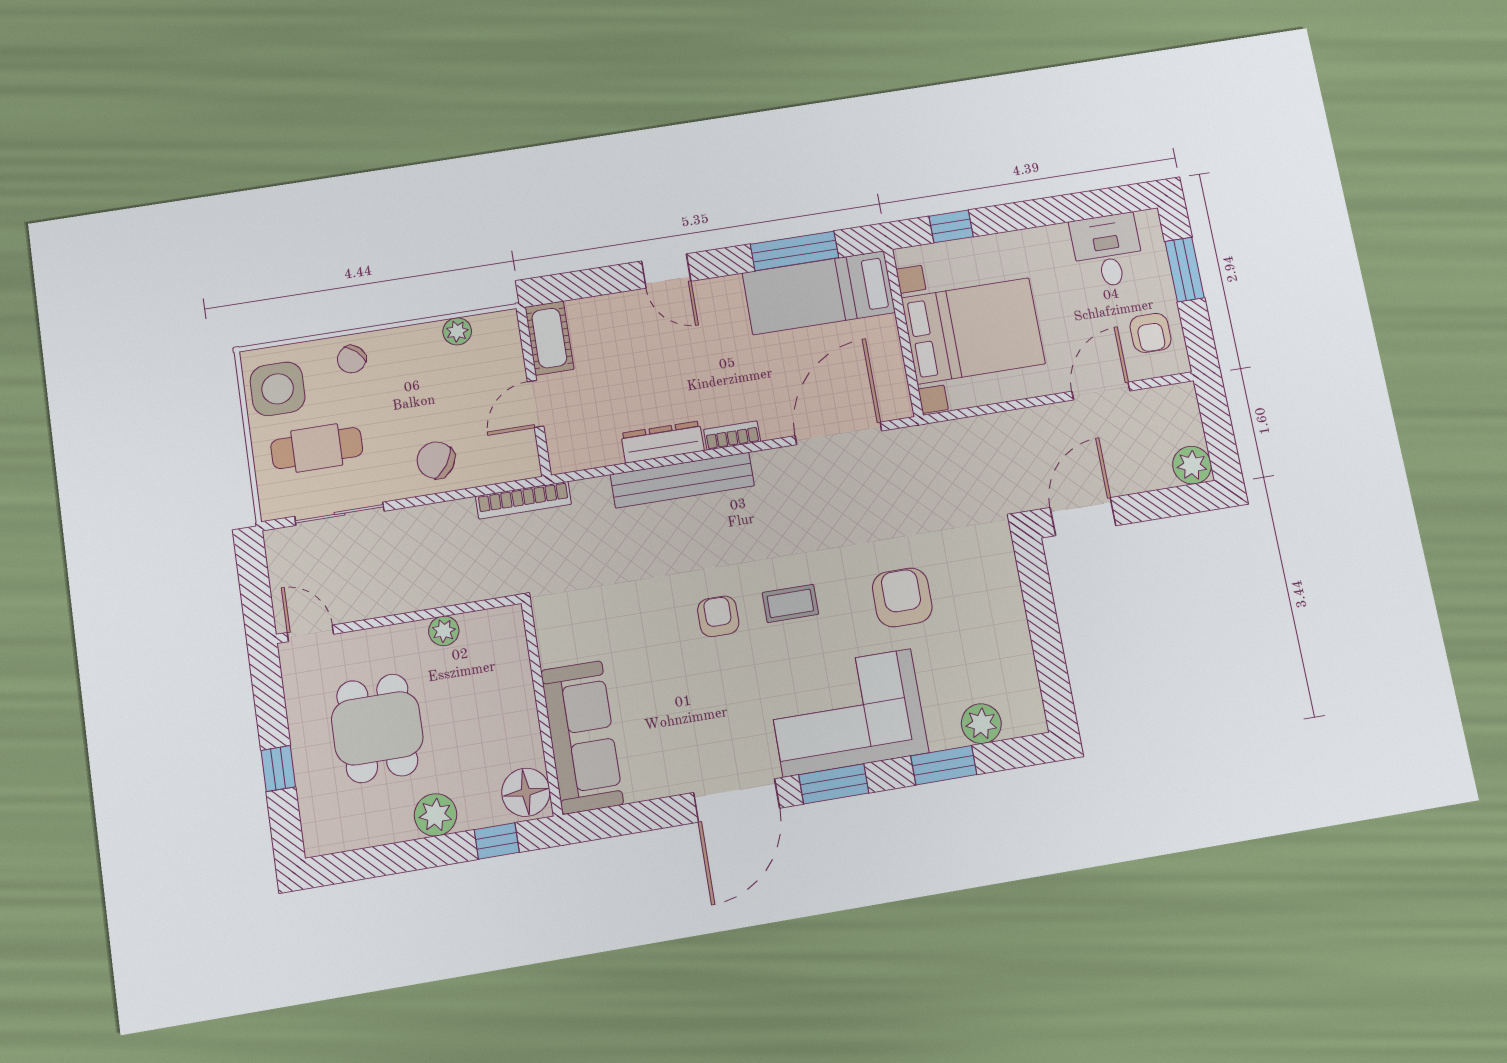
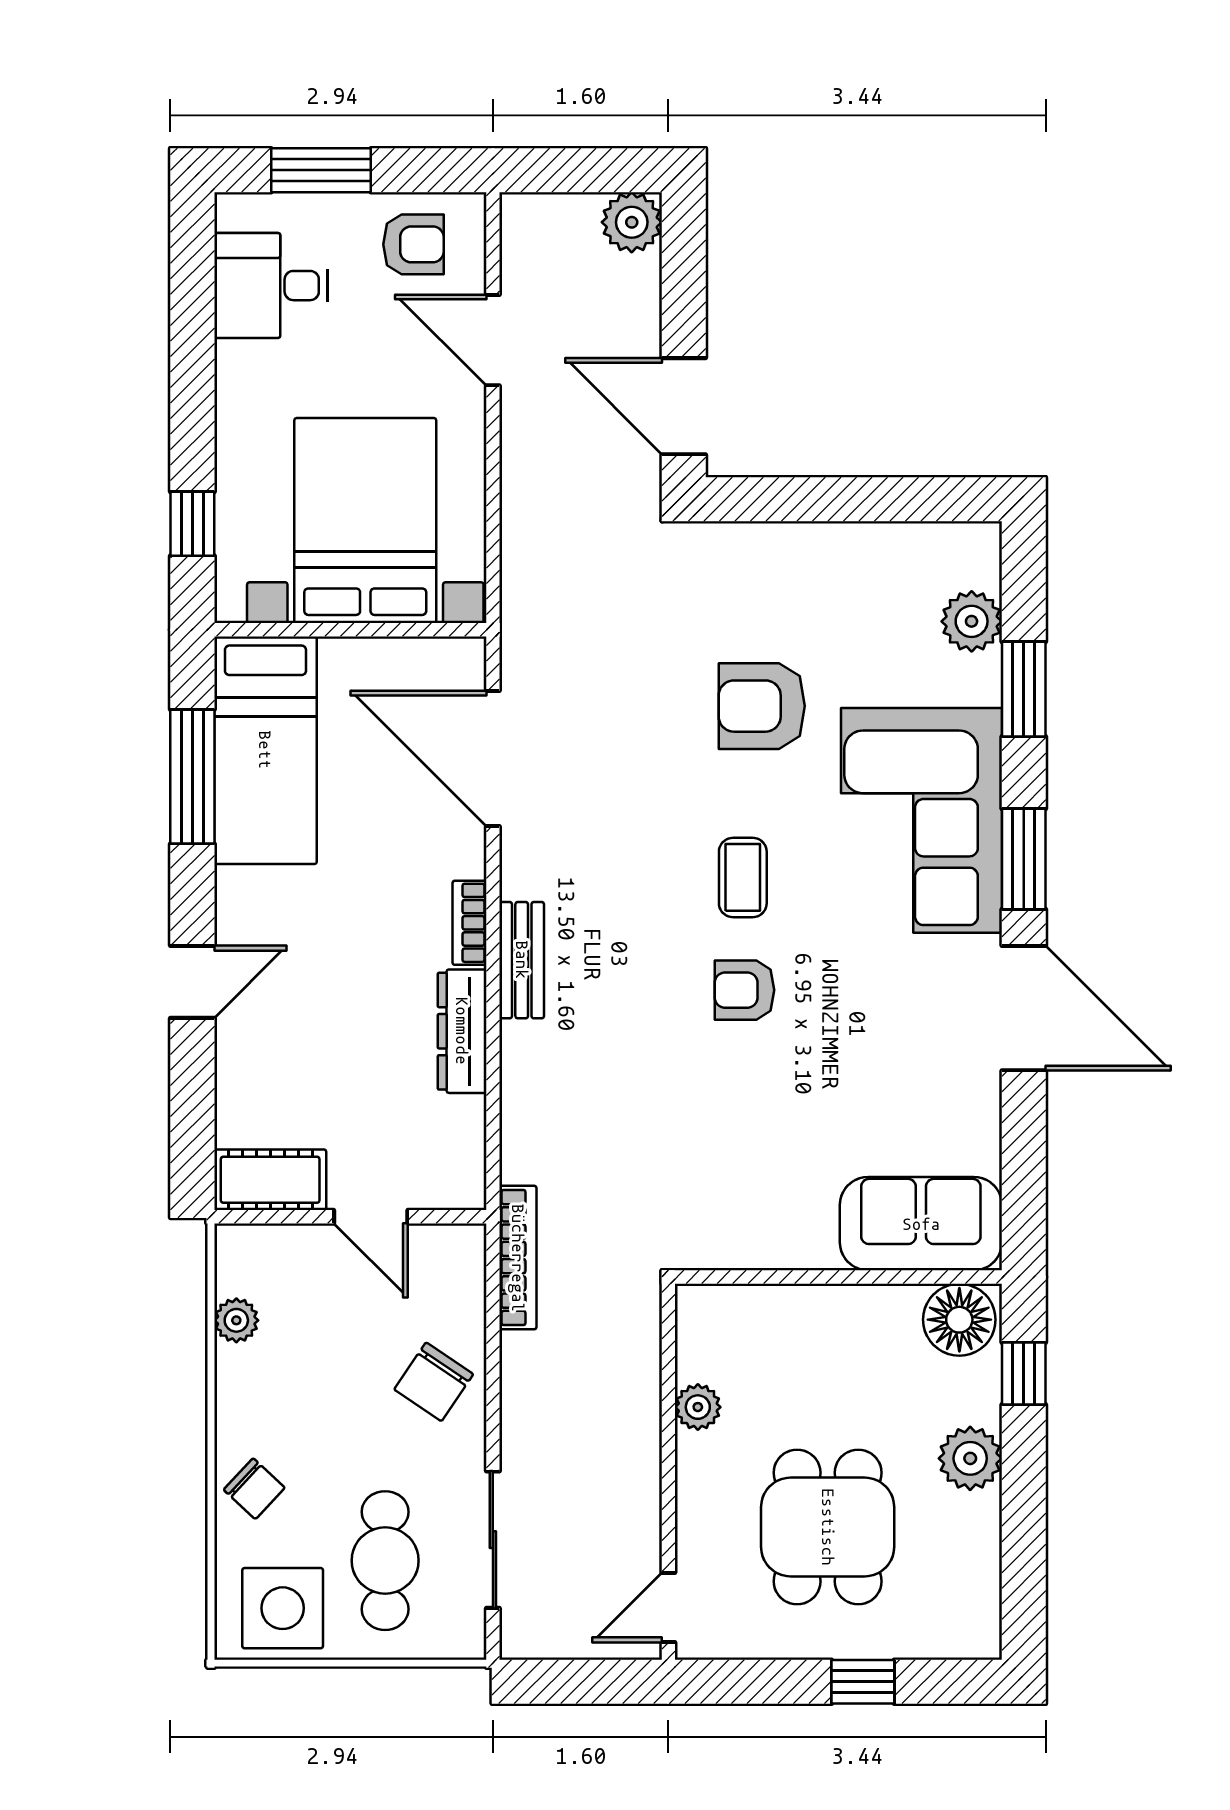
bench: (682, 480) -> (522, 960), width x0.54, depth x0.82
dining table: (377, 728) -> (828, 1527), turned 90
sofa: (582, 737) -> (921, 1224), width x0.73

